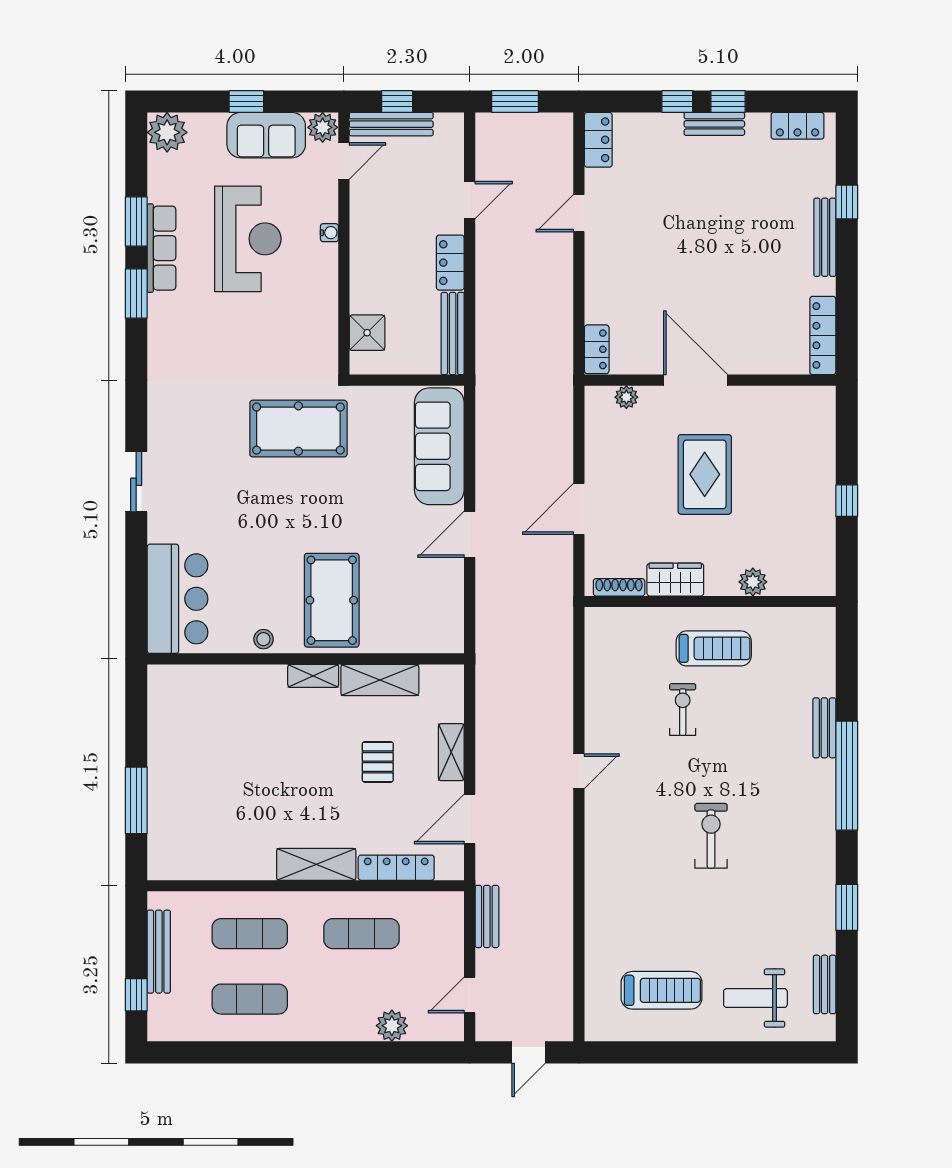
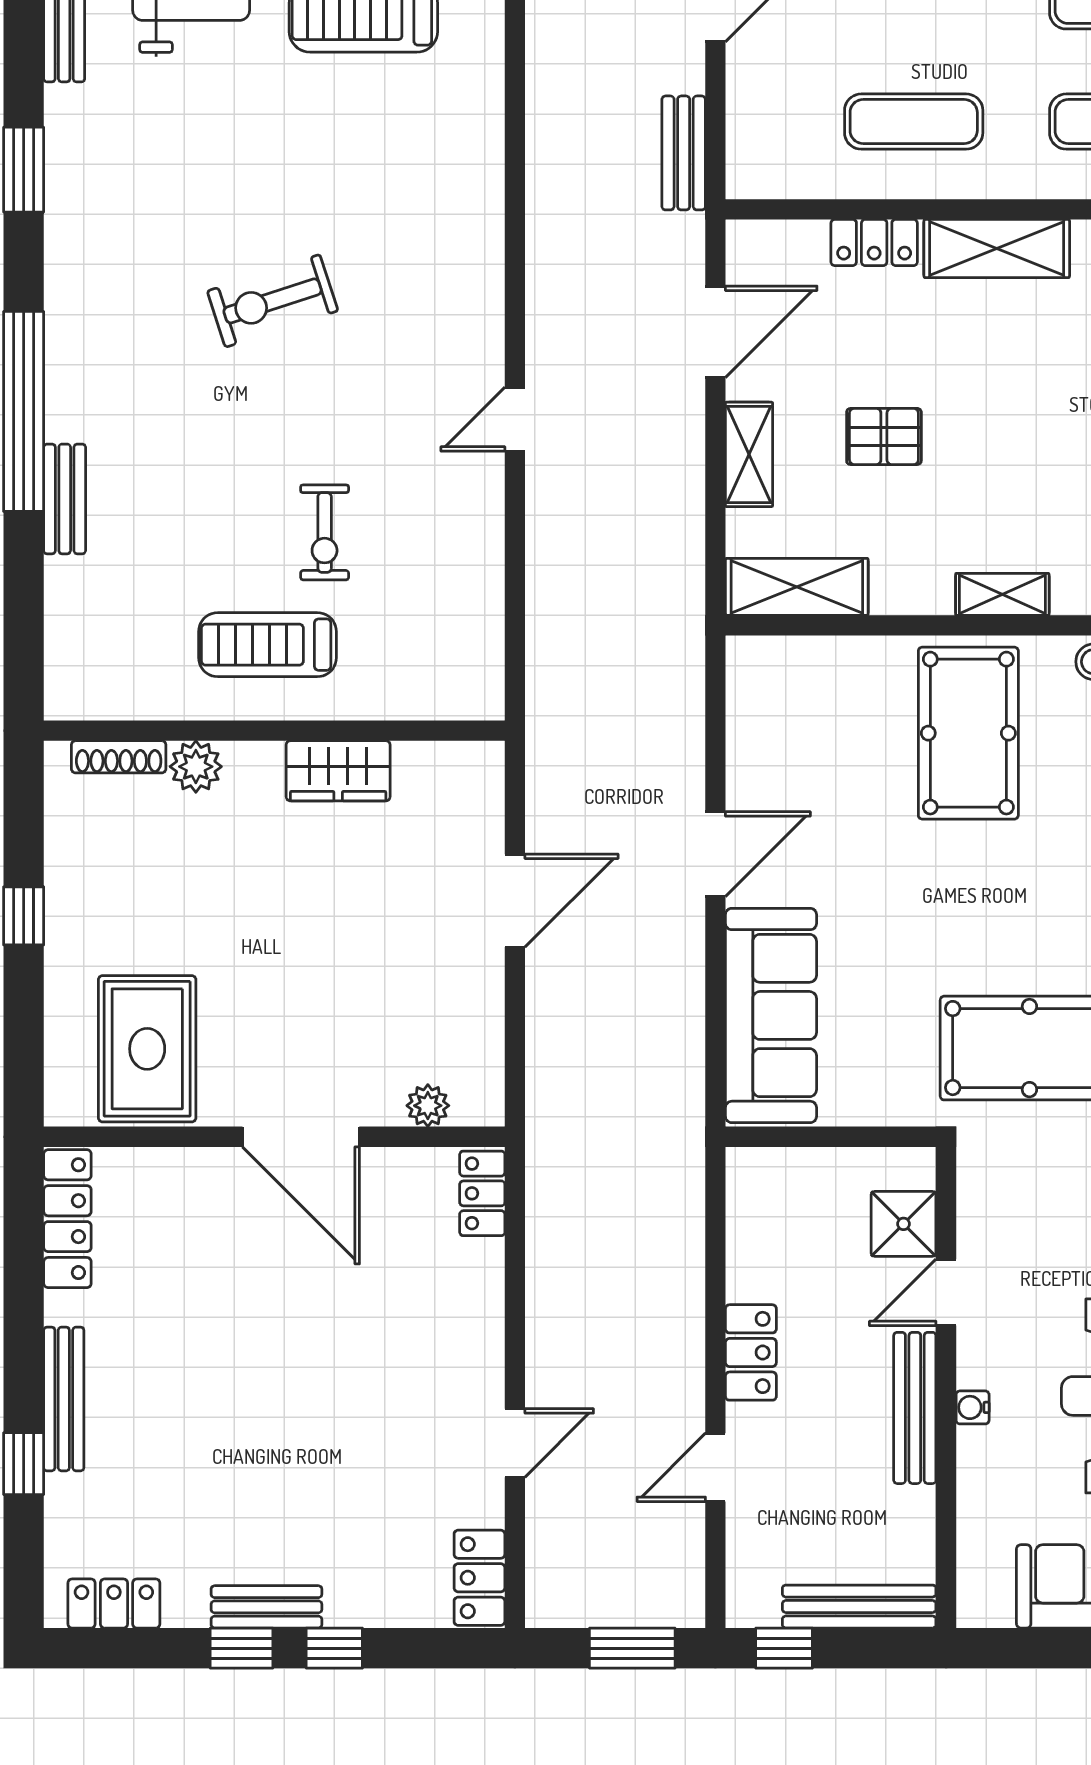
window: (397, 101) -> (784, 1648), moved
plant: (323, 127) -> (985, 1601), removed
door: (344, 161) -> (946, 1292), moved
bench: (453, 333) -> (915, 1408), moved
rug: (705, 474) -> (147, 1049), moved
shoe rack: (619, 587) -> (119, 757), moved
shelving: (380, 680) -> (797, 587), moved
pallet: (378, 762) -> (884, 436), turned 90
exercise bike: (711, 836) -> (273, 301), turned 72
locker: (396, 868) -> (874, 242), width x0.66

